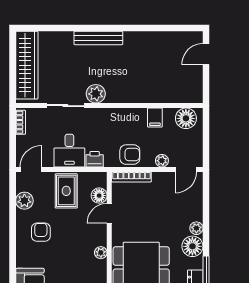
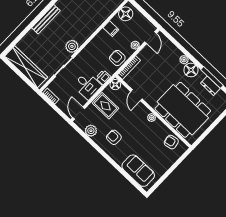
armchair: (130, 155) -> (117, 58), turned -90
floor lamp: (99, 196) -> (115, 85), moved

